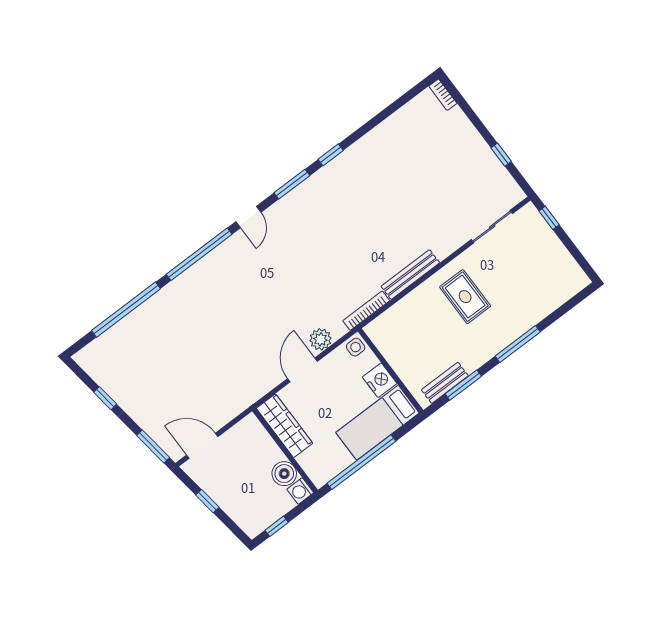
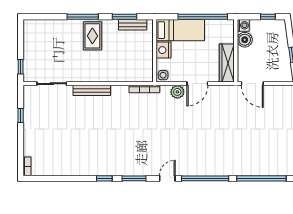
bench: (410, 275) -> (92, 90), moved
rug: (465, 297) -> (92, 36), moved
door: (202, 446) -> (252, 84), moved

